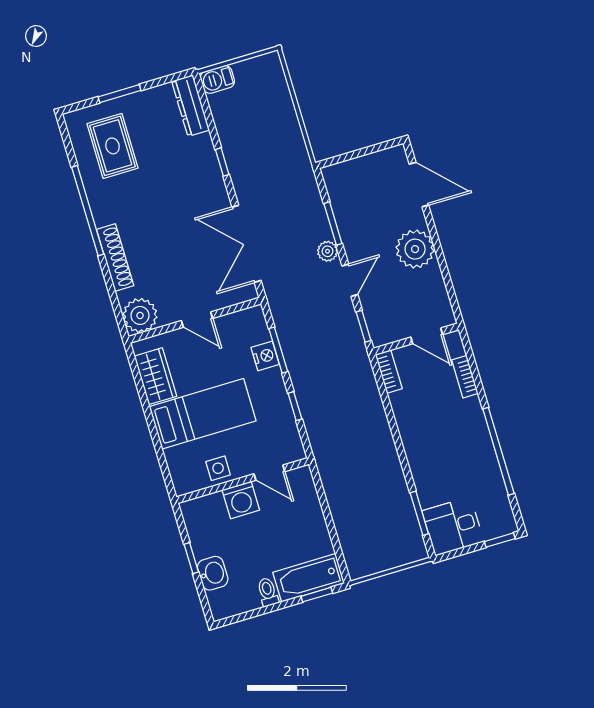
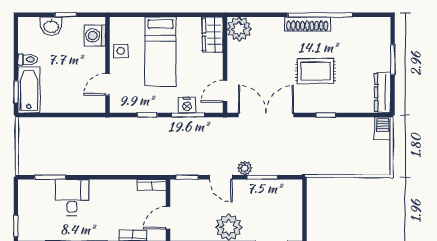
dresser: (190, 106) -> (383, 92), moved, turned -90
rug: (113, 146) -> (315, 71), moved
shoe rack: (115, 258) -> (307, 24), moved
door: (197, 320) -> (225, 91), moved
wardrobe: (155, 376) -> (213, 35), moved, turned 90
washing machine: (241, 500) -> (95, 36), moved
desk: (453, 526) -> (72, 197), moved

